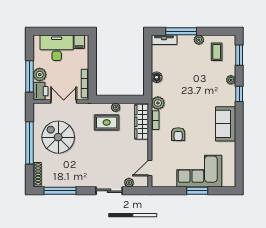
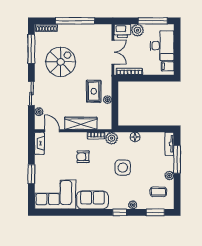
window: (29, 76) -> (153, 21), moved
side table: (190, 91) -> (123, 168), added
wardrobe: (142, 122) -> (81, 123), moved
spiral stairs: (58, 137) -> (61, 62), moved
corner sofa: (199, 171) -> (55, 194), moved, turned -90
fireplace: (164, 182) -> (39, 143), added

